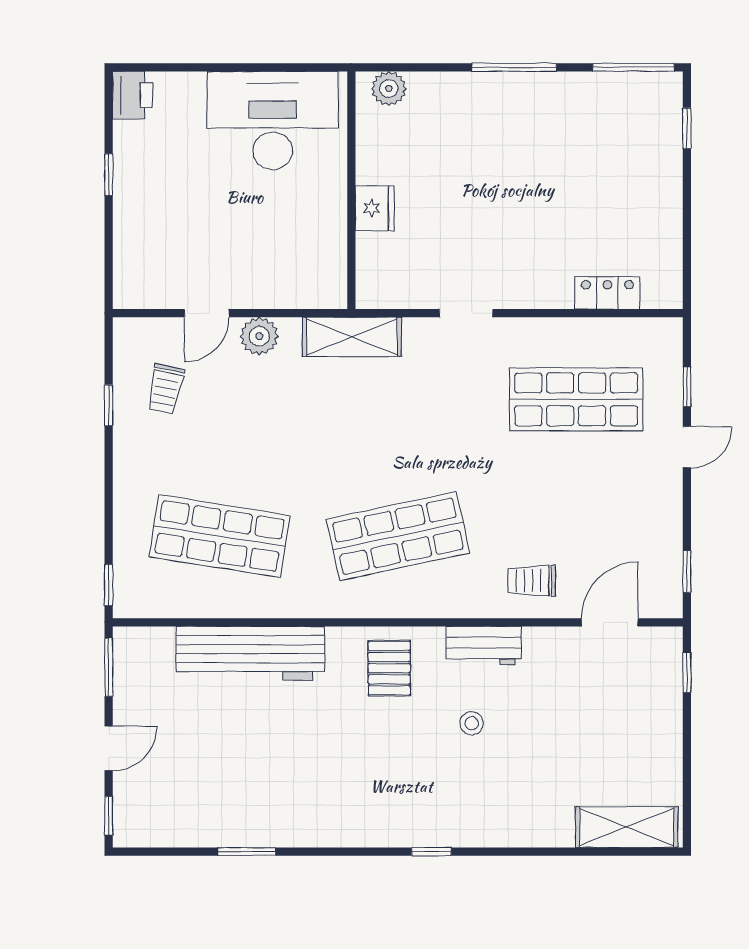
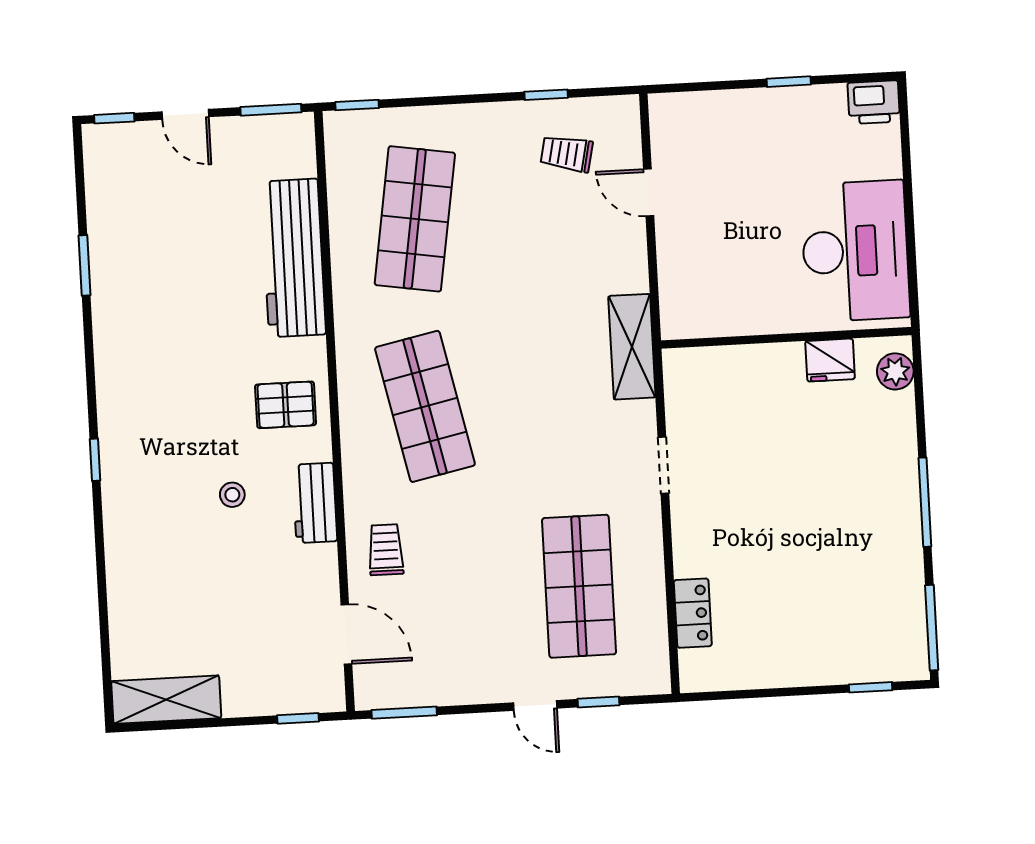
fridge: (375, 208) -> (830, 360), moved
plant: (259, 336) -> (627, 249), removed
window: (687, 572) -> (404, 713), width x1.50
shelving: (627, 827) -> (166, 700), moved, turned 90

